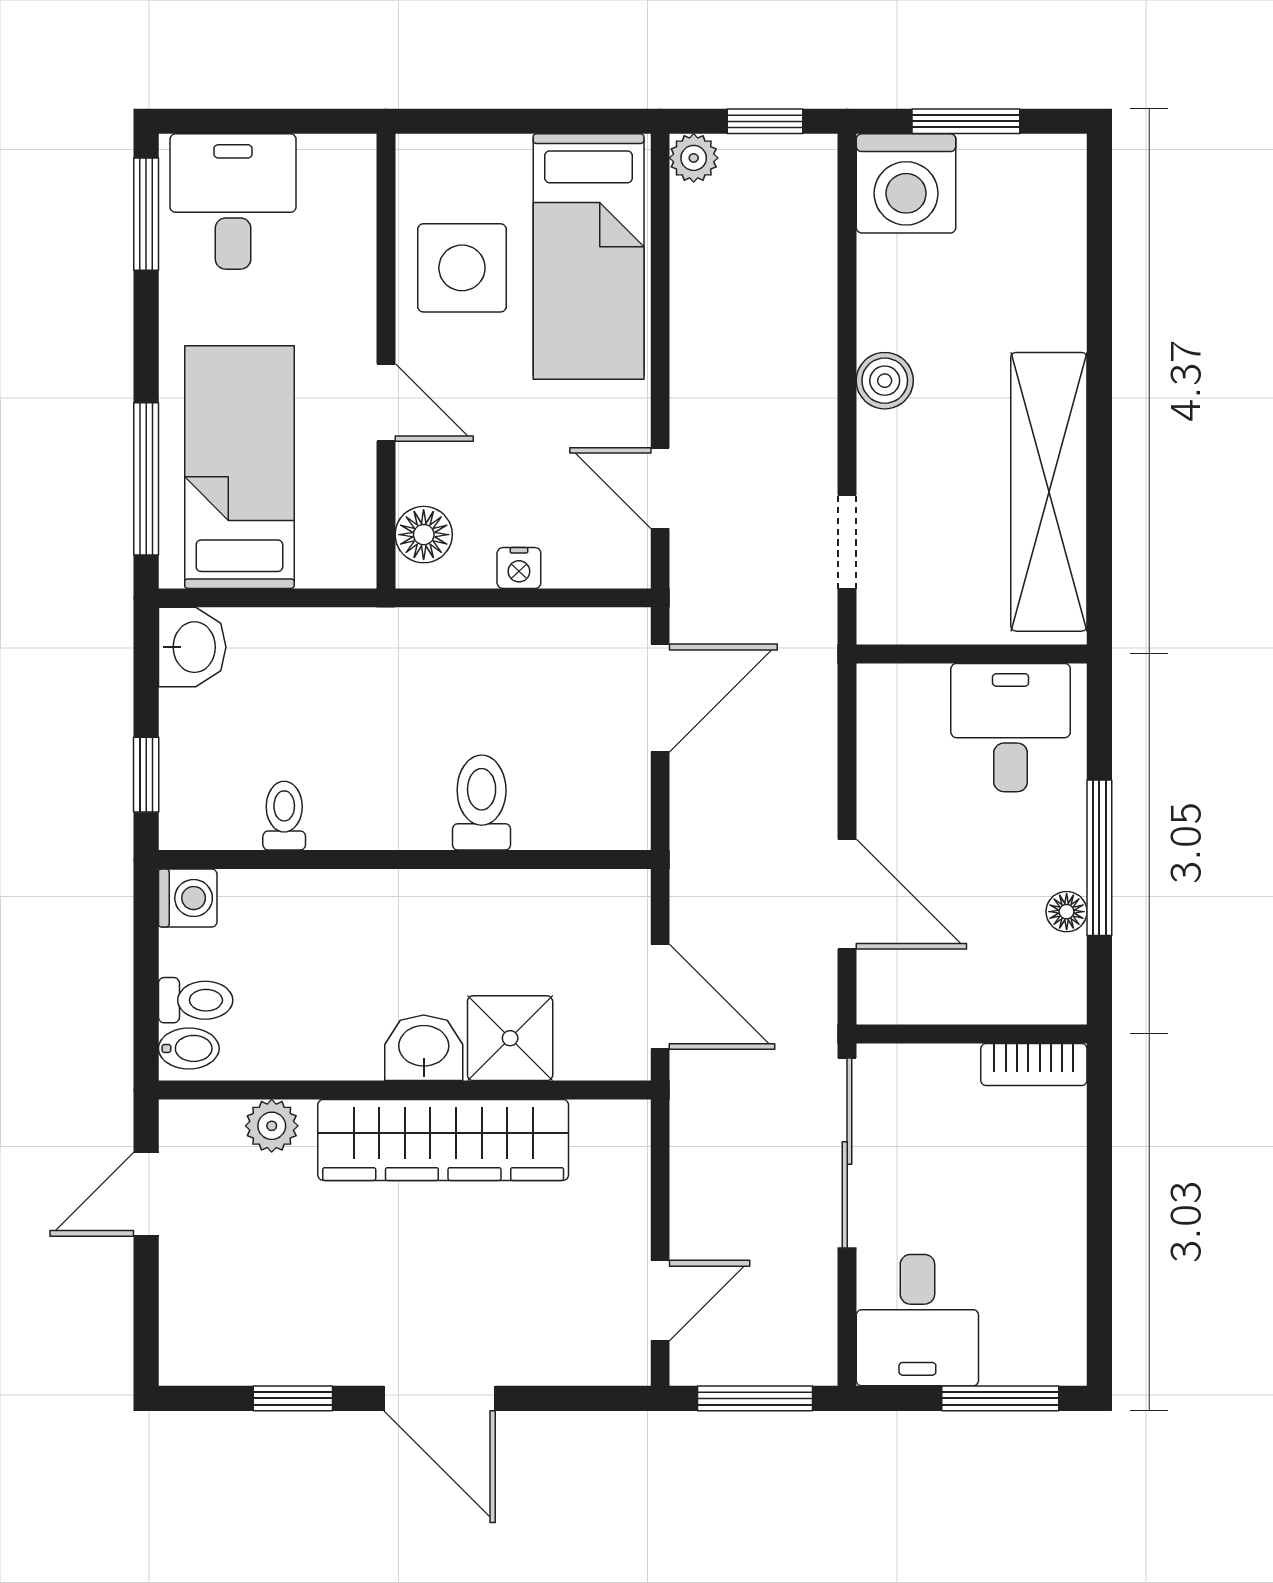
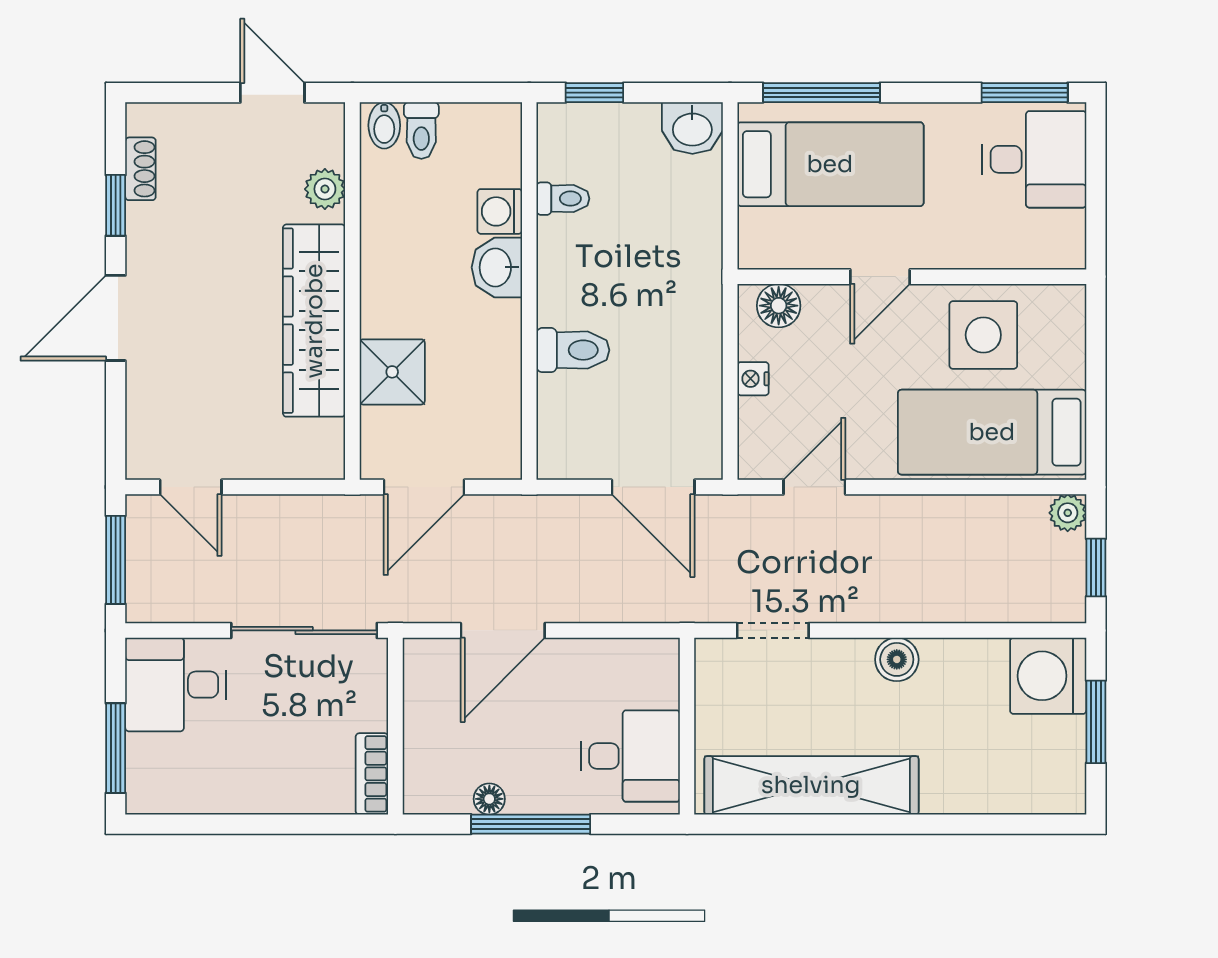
washing machine: (188, 898) -> (500, 211), moved, turned 90
washbasin: (424, 1048) -> (497, 267), moved, turned 180
shoe rack: (245, 1366) -> (140, 169), added

